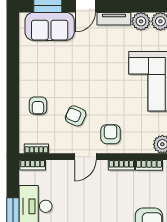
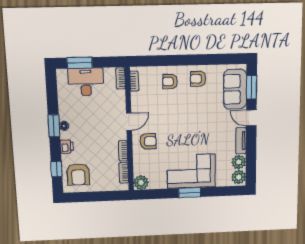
armchair: (76, 116) -> (198, 79), moved, turned -114
door: (85, 157) -> (129, 122), swing flipped

